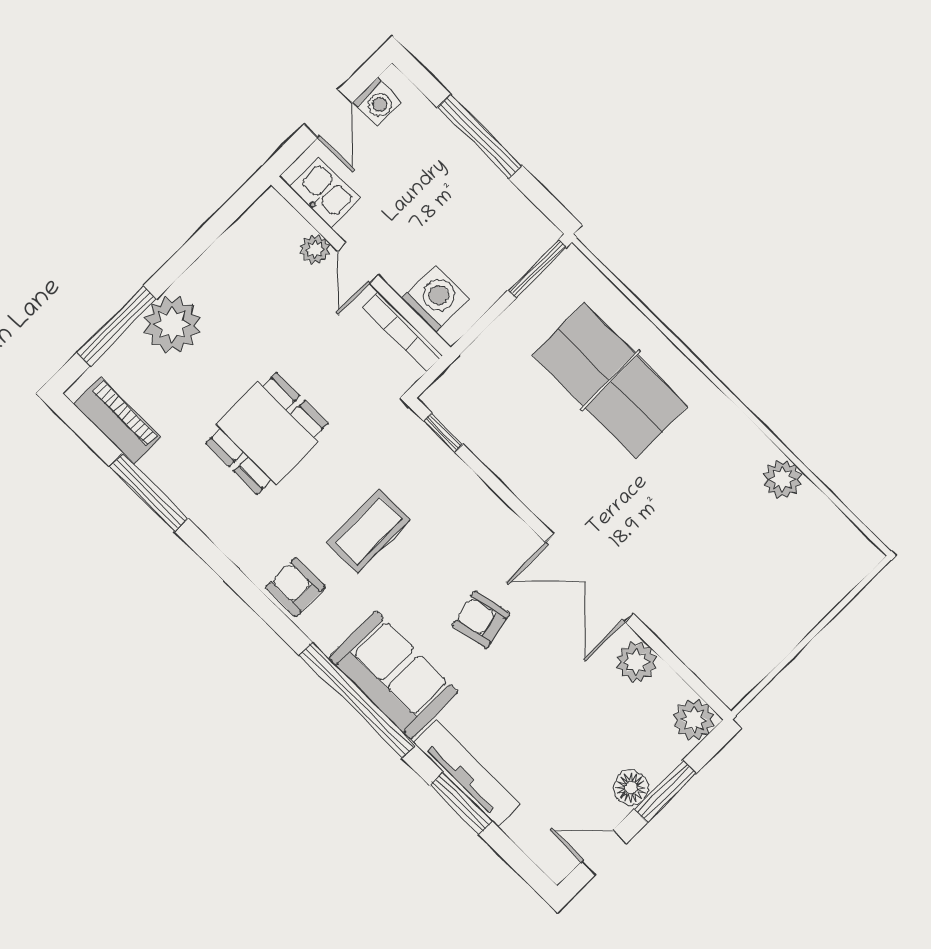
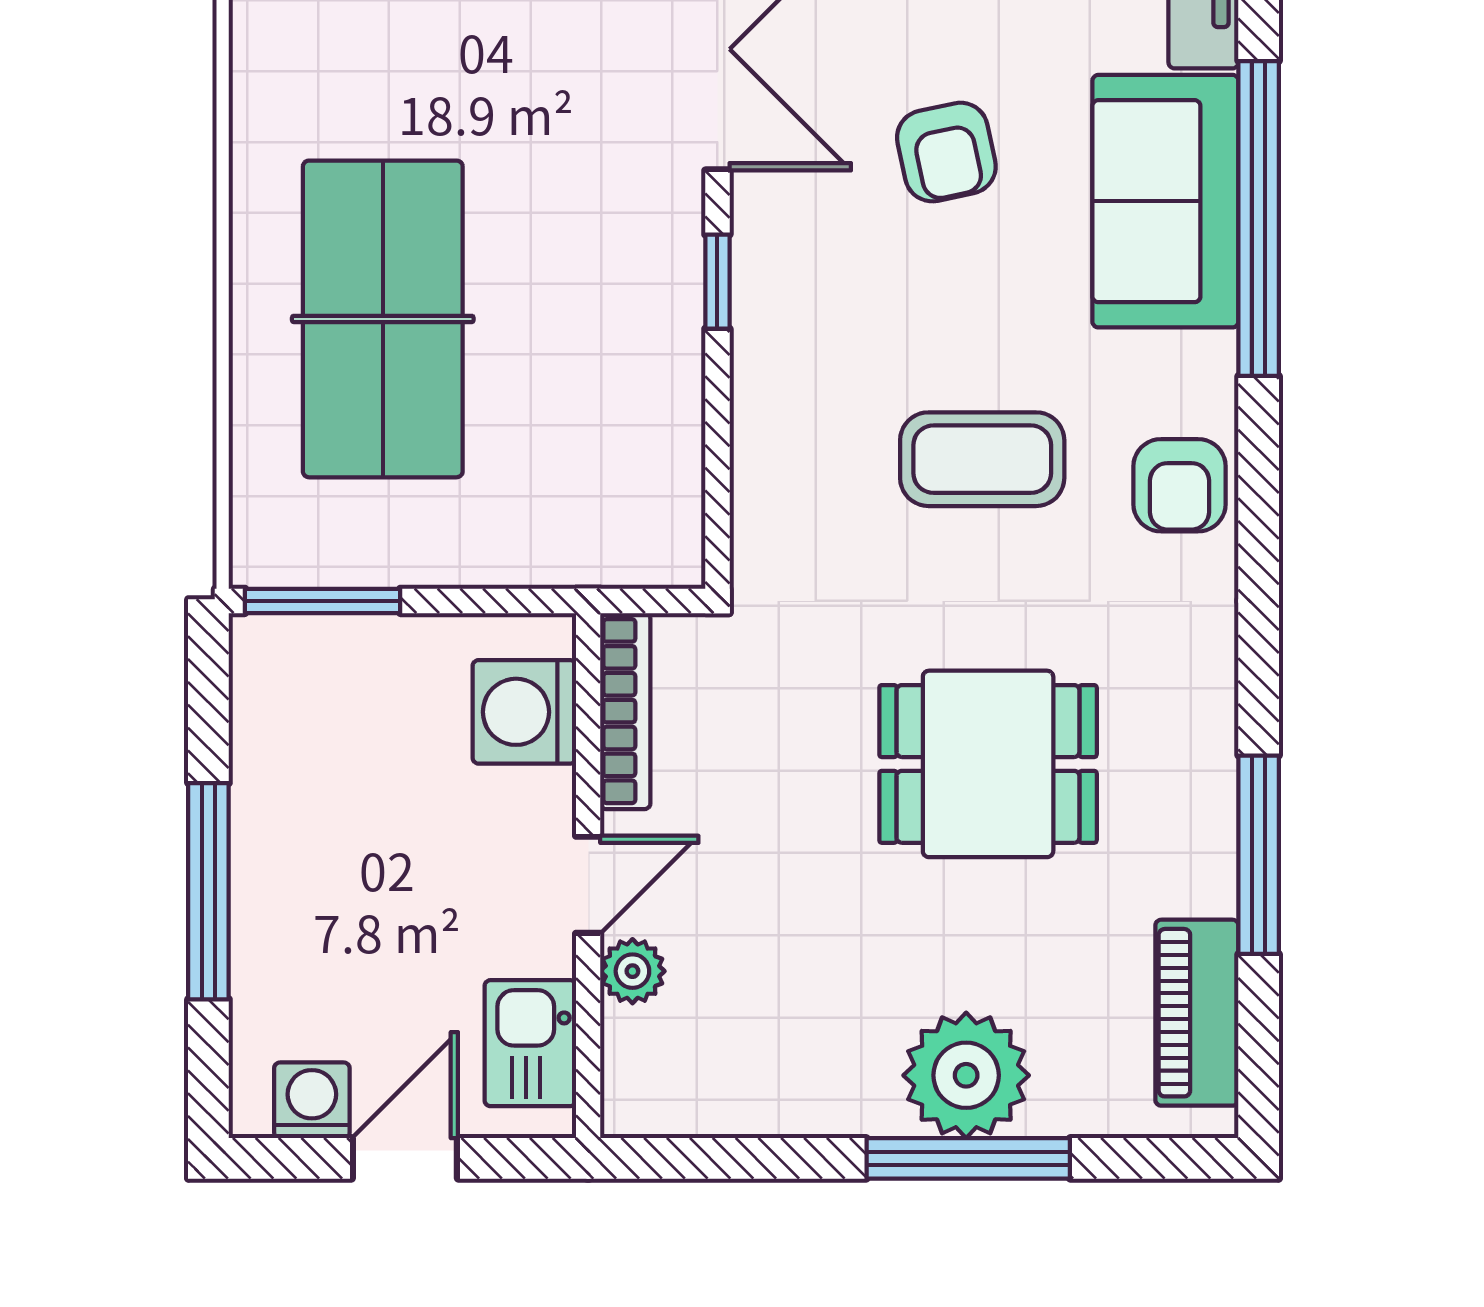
window: (117, 326) -> (968, 1158), moved
window: (443, 433) -> (717, 282), moved

